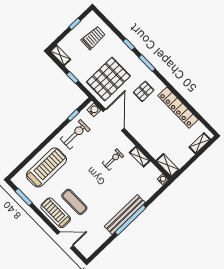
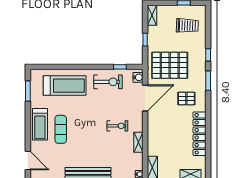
treadmill: (56, 213) -> (40, 124), turned 180
door: (65, 240) -> (28, 160), moved

